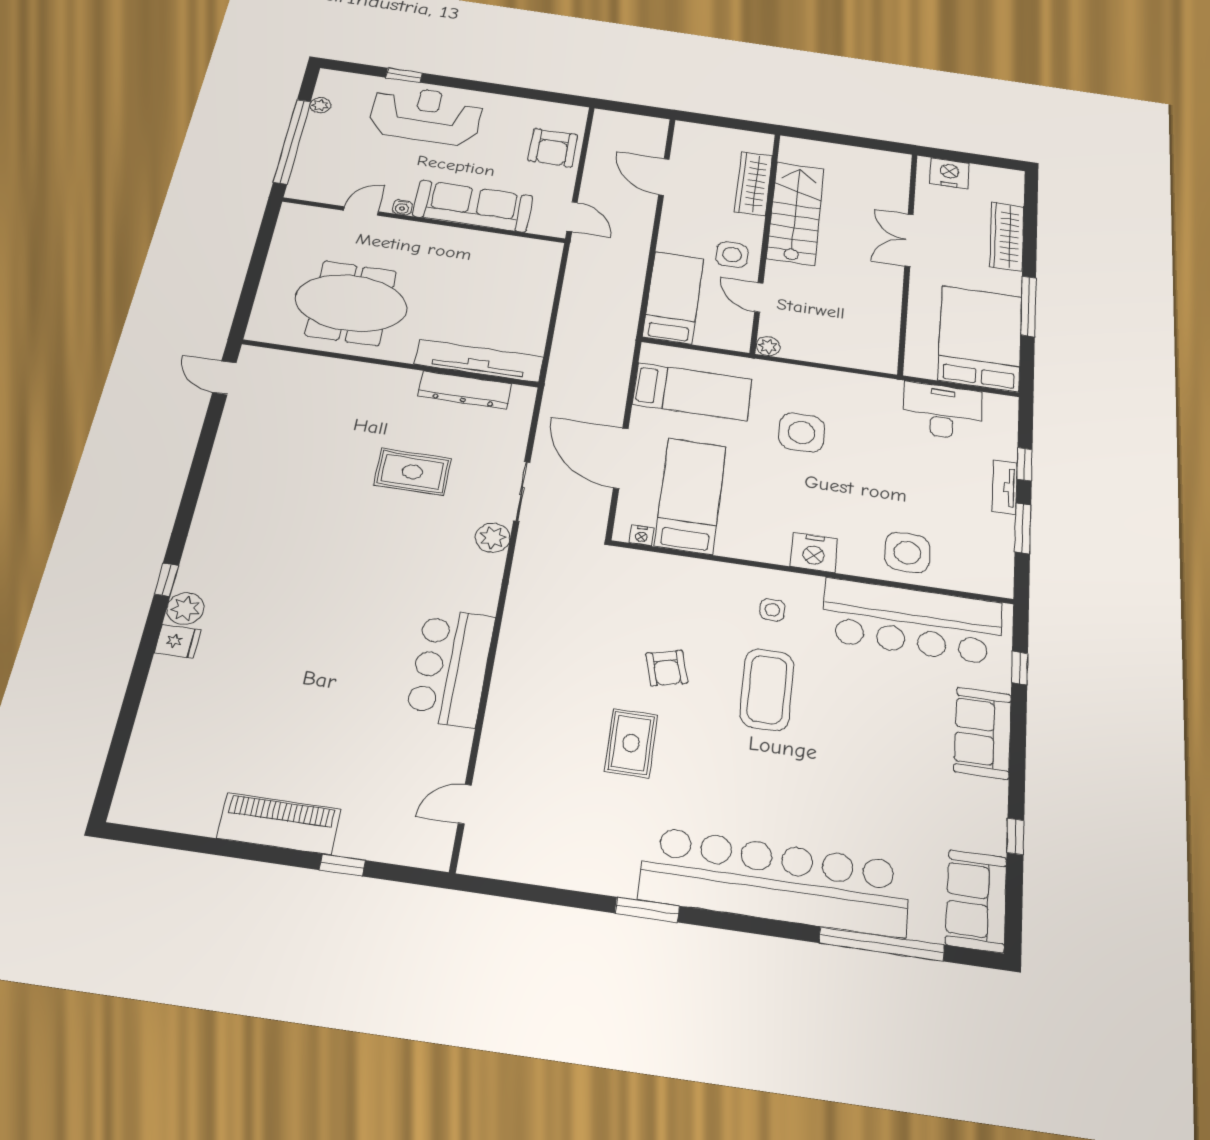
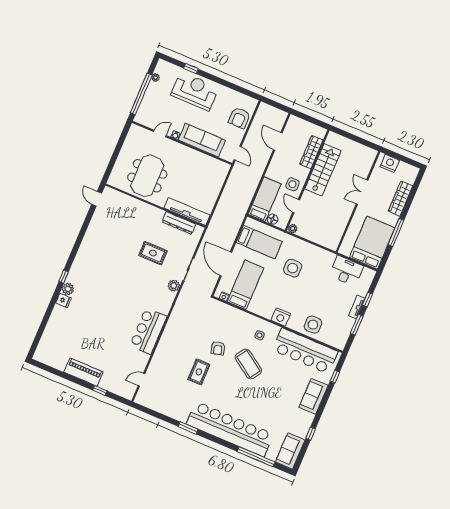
meeting table: (351, 303) -> (147, 176), turned 90
floor lamp: (709, 336) -> (273, 219), added
coffee table: (767, 690) -> (248, 364), turned -56

